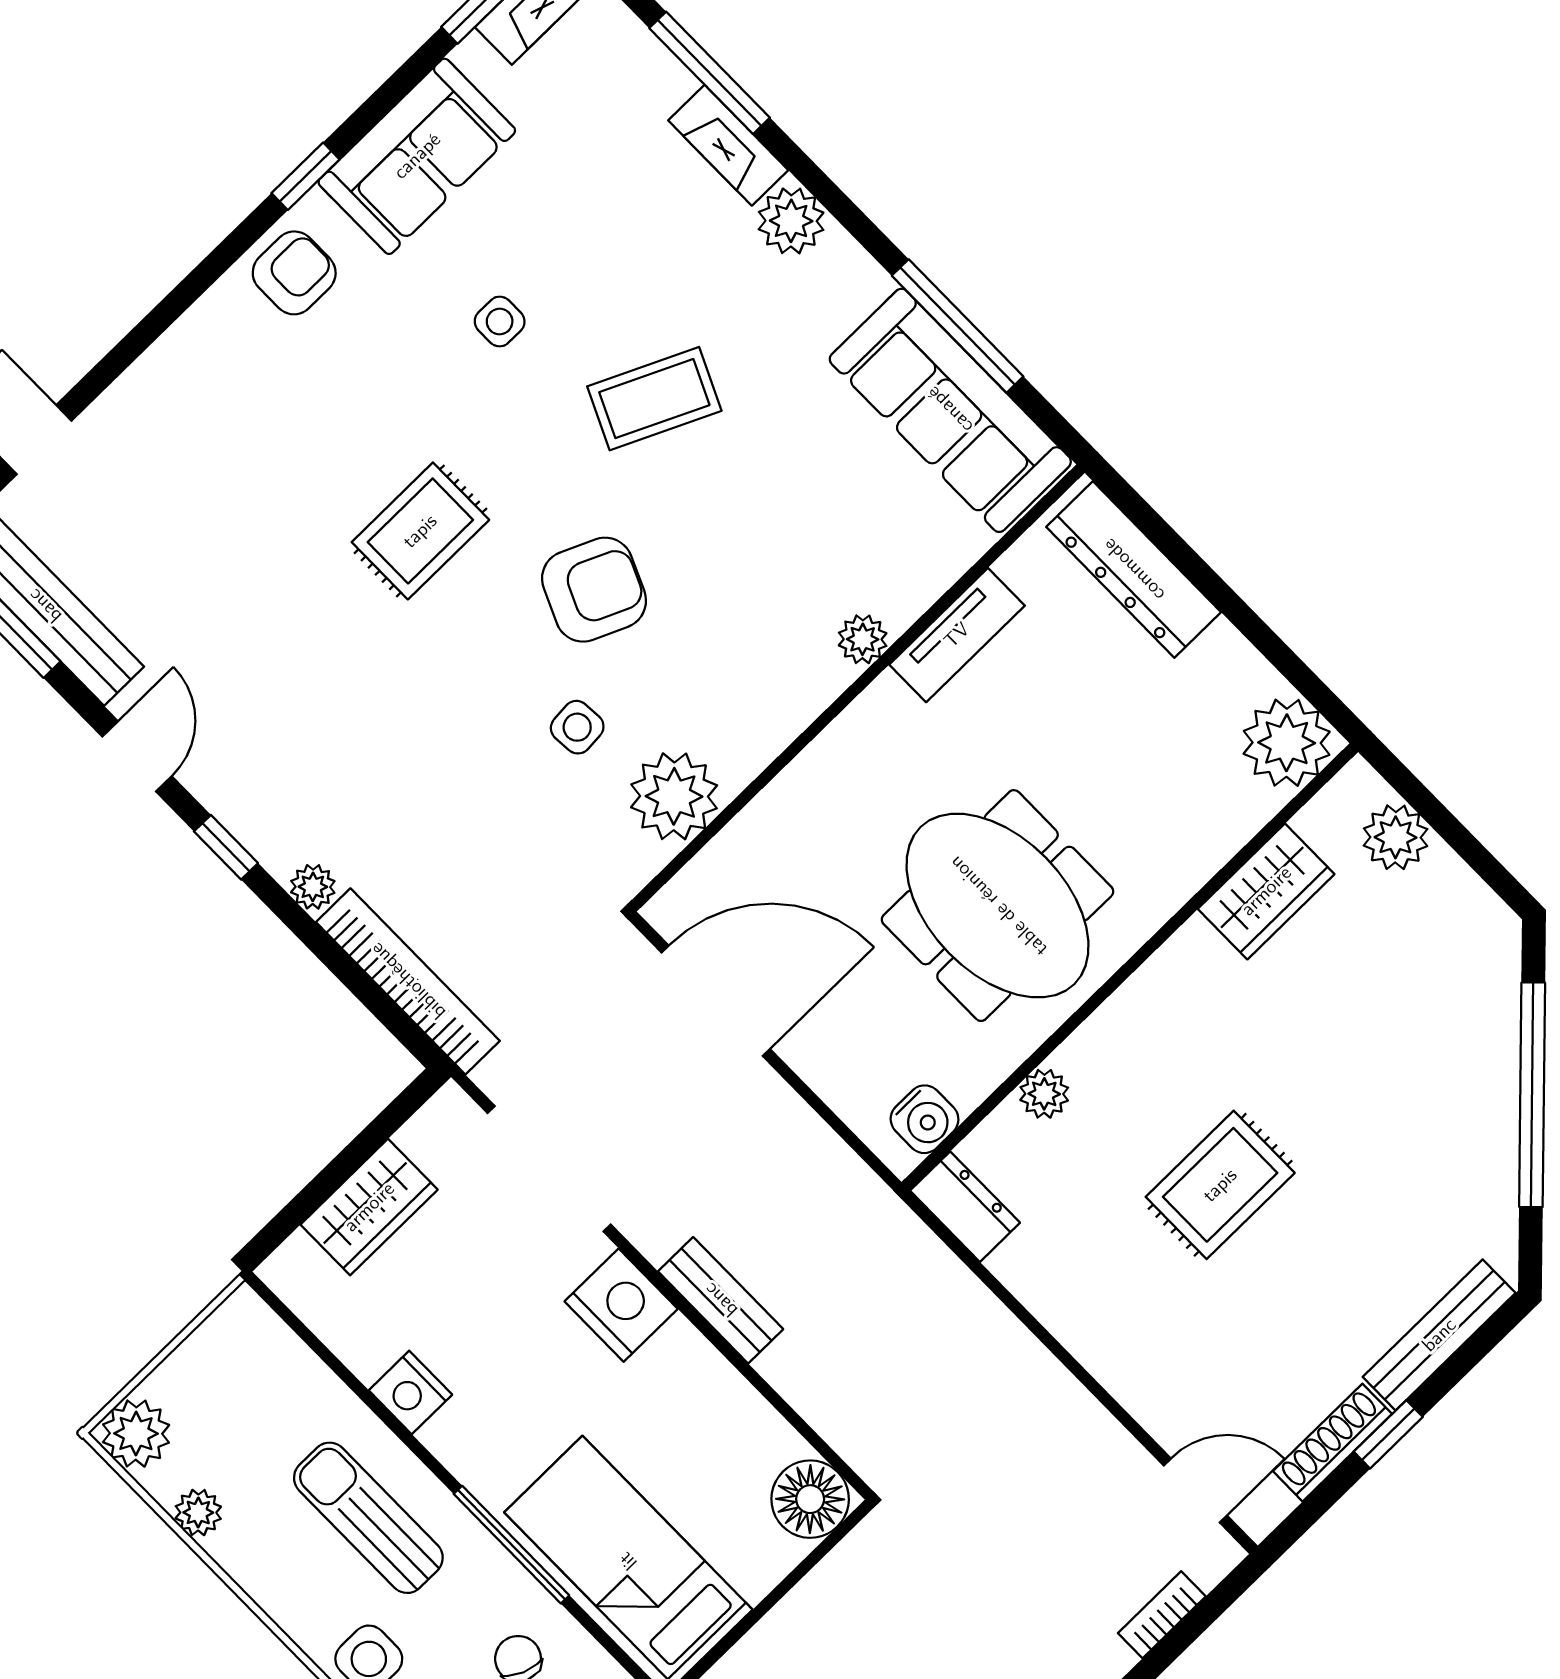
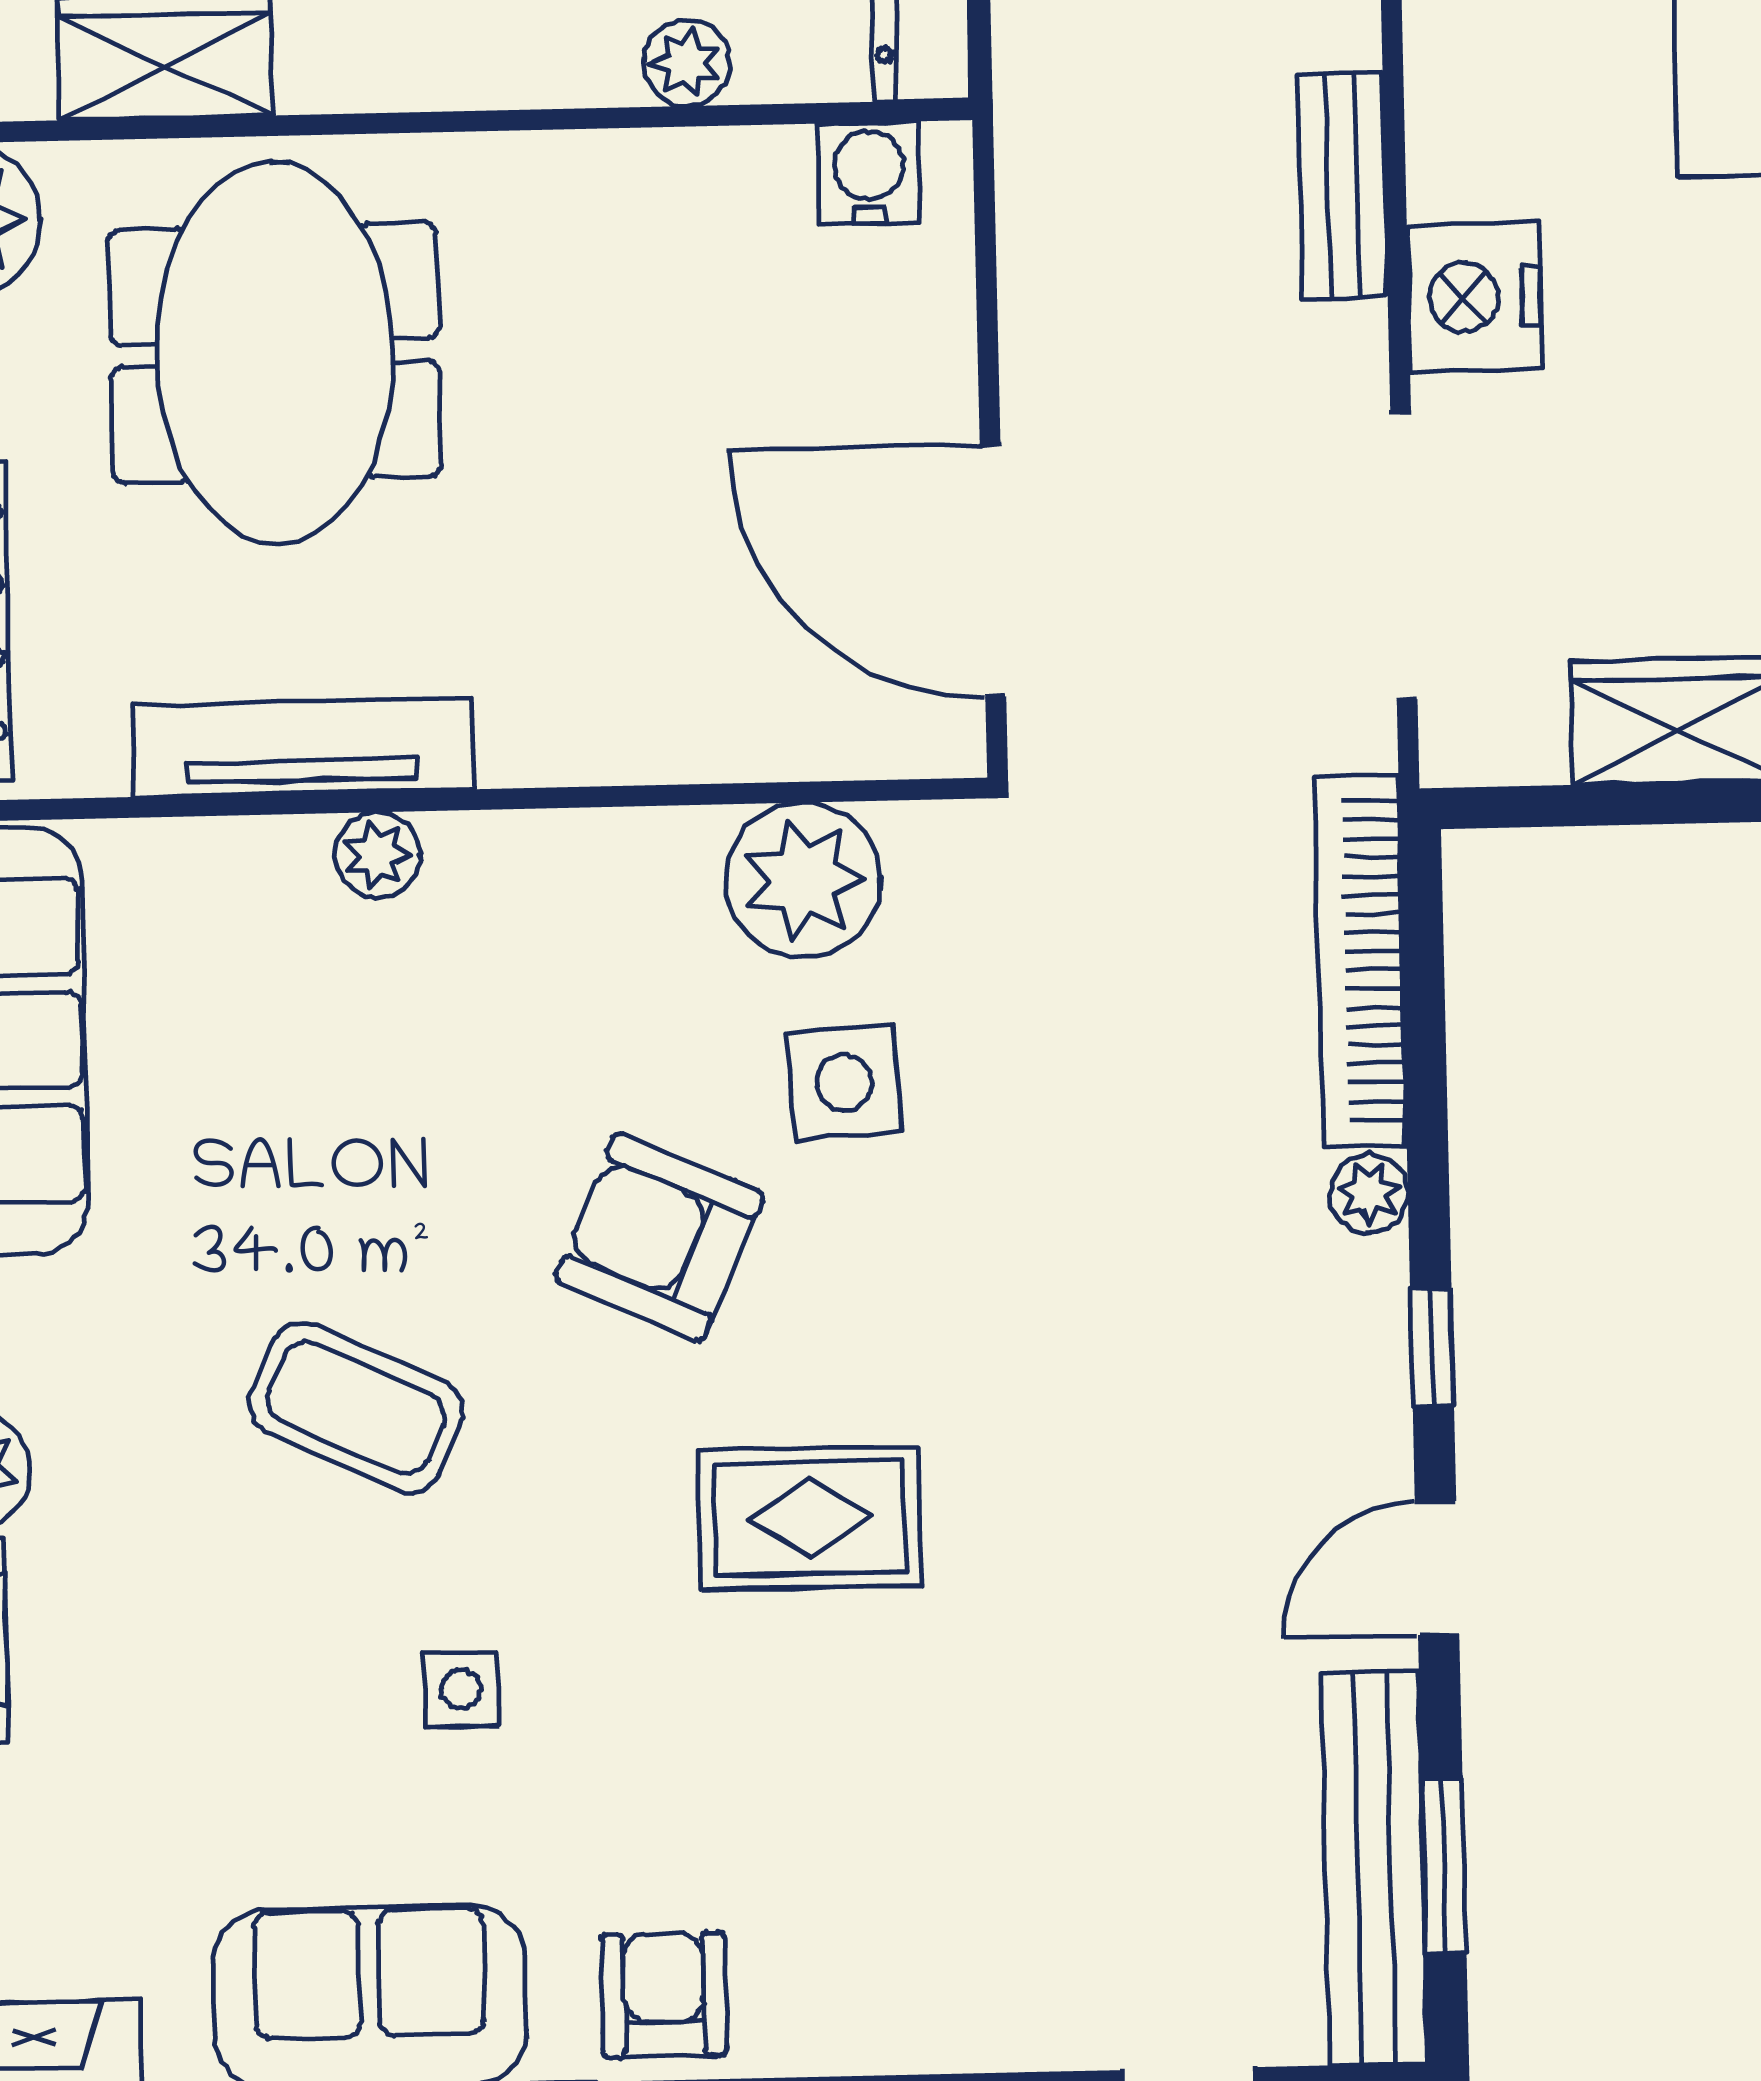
armchair: (294, 273) -> (664, 1995), turned 90
tv unit: (957, 635) -> (302, 747), width x1.41
side table: (577, 727) -> (844, 1082), width x1.37, depth x1.37
meeting table: (998, 906) -> (275, 353), moved

